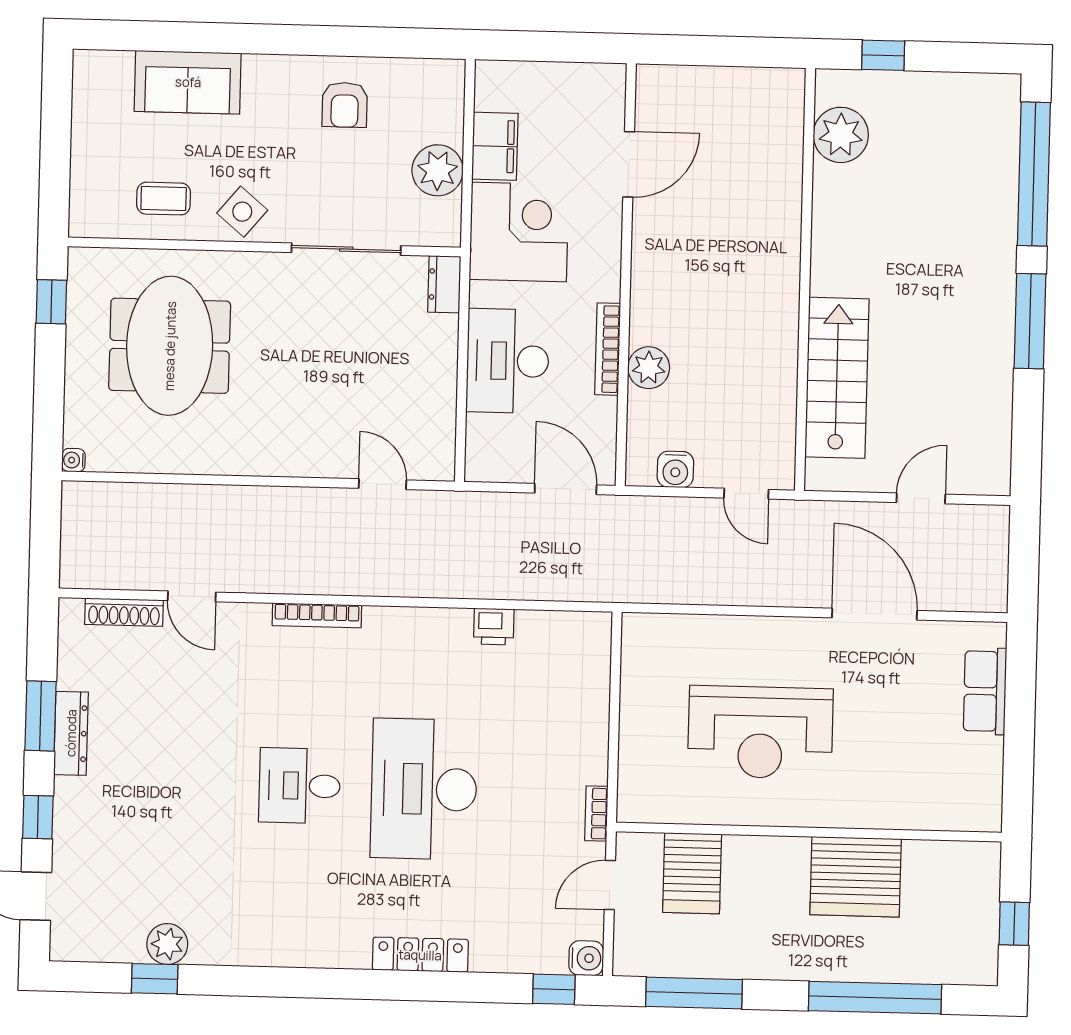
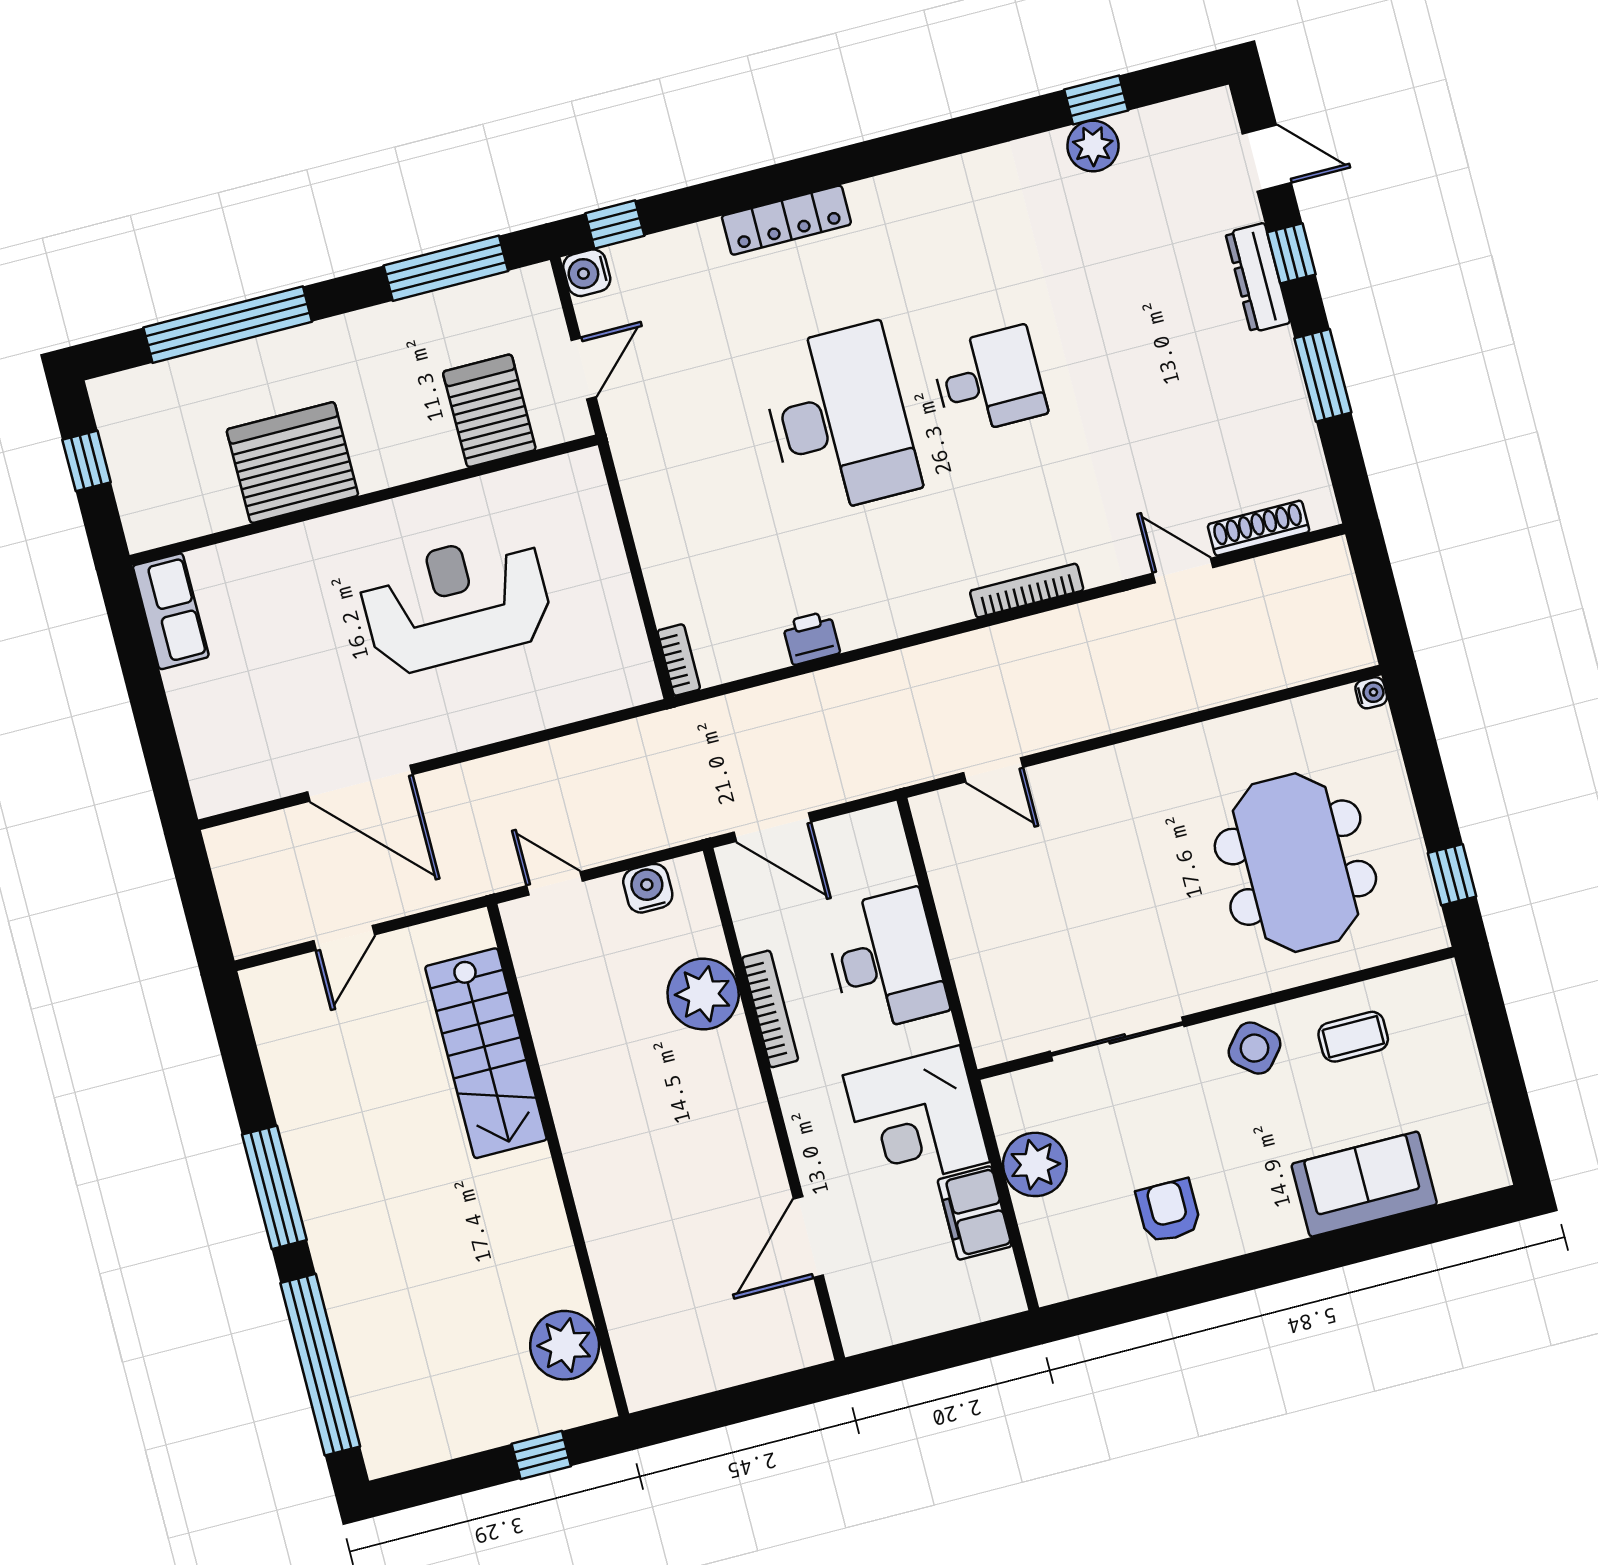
dresser: (444, 284) -> (988, 1030), removed
plant: (649, 368) -> (703, 994), width x1.36, depth x1.36
row of seats: (985, 691) -> (171, 611), moved
dresser: (71, 733) -> (1258, 278), moved
bookcase: (596, 814) -> (679, 660), moved

